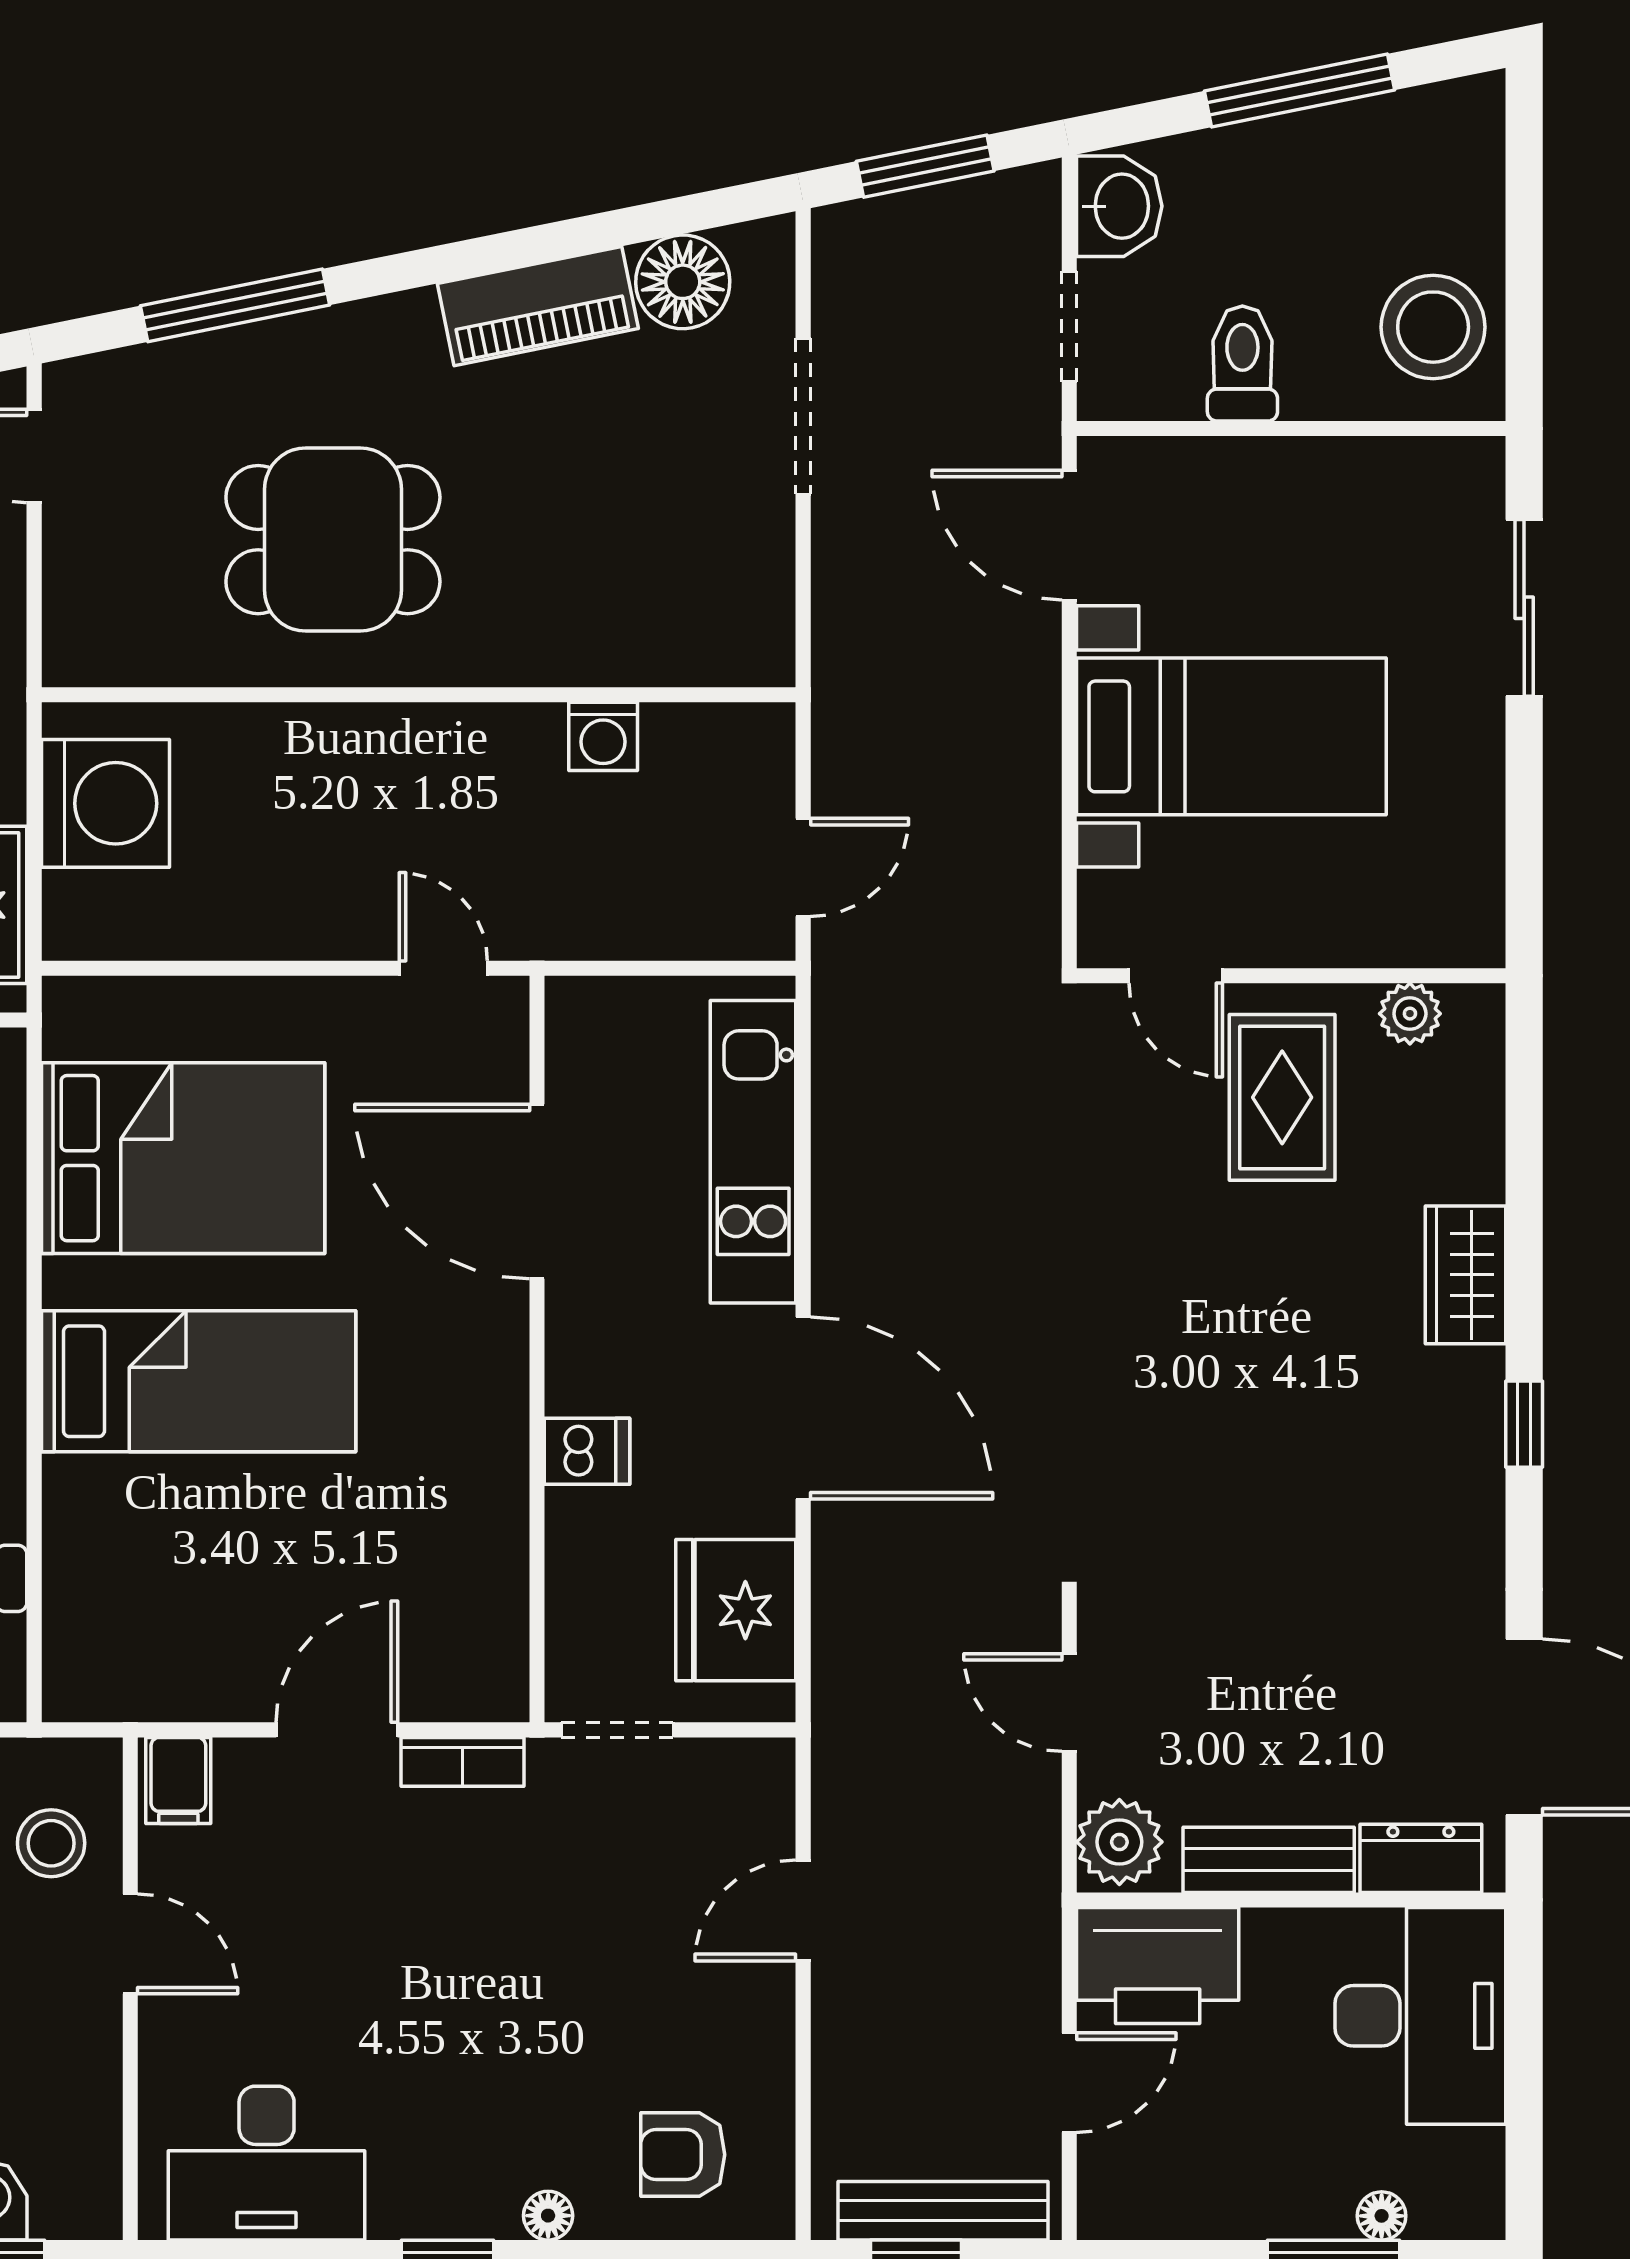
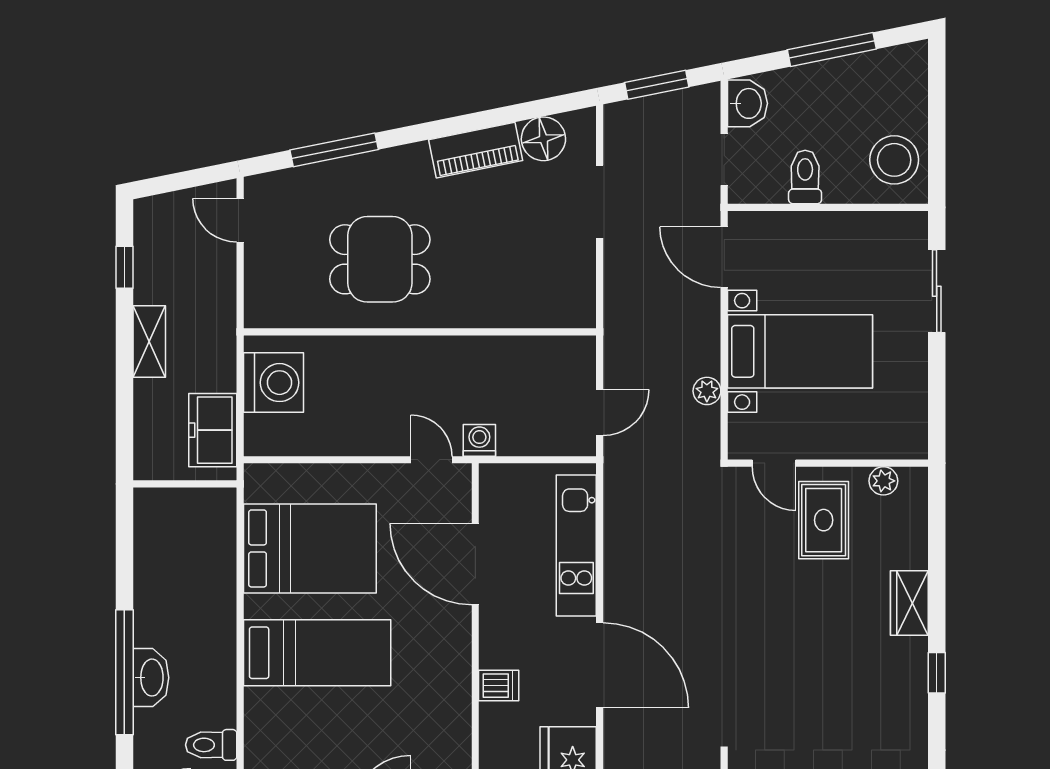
washing machine: (603, 736) -> (479, 440), moved, turned 180
plant: (1032, 821) -> (707, 391), added

